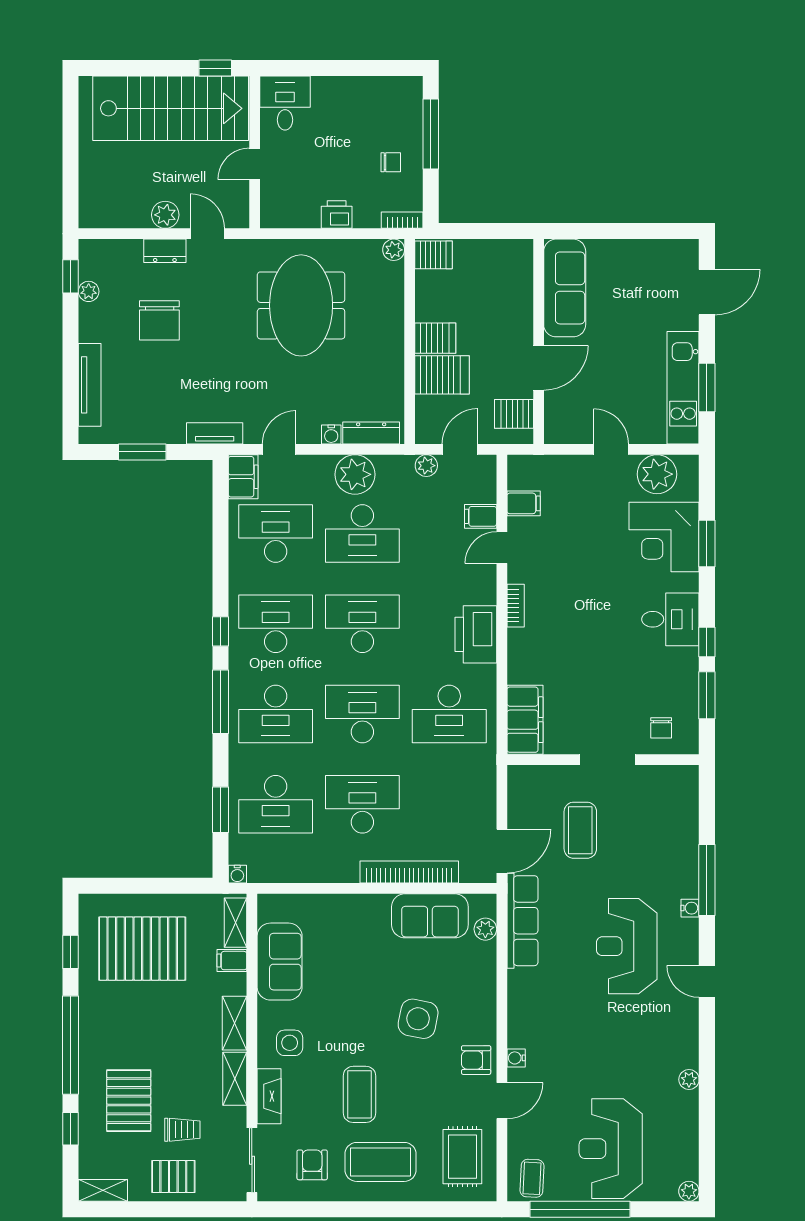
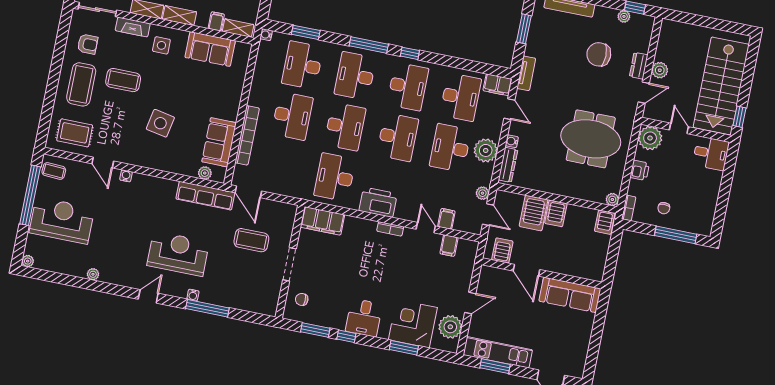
plant: (280, 208) -> (650, 138), added
armchair: (476, 1060) -> (129, 152), removed

